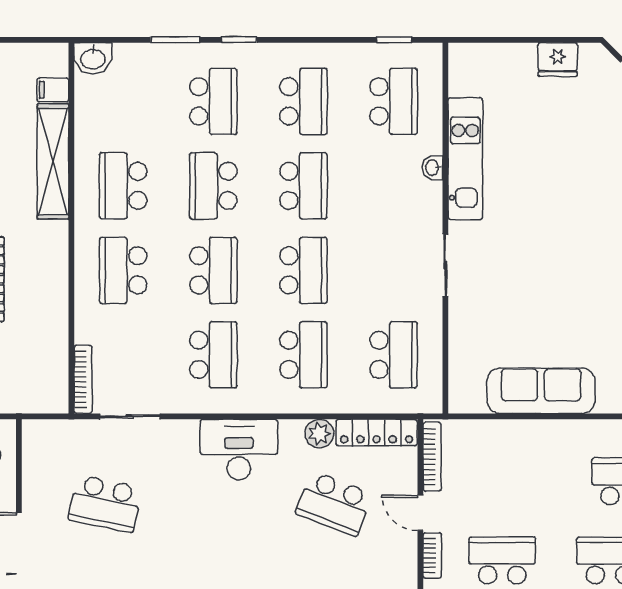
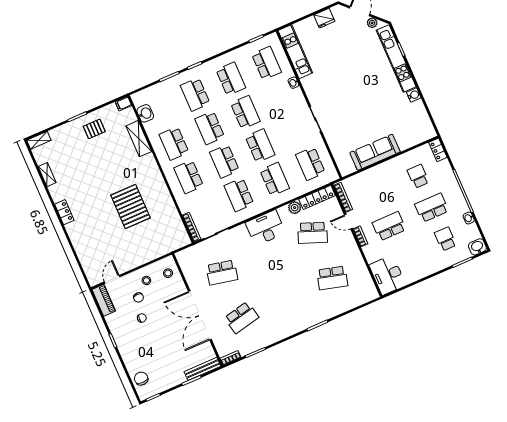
washbasin: (93, 58) -> (145, 113), moved, turned -90
filing cabinet: (53, 90) -> (123, 104), moved
school desk: (213, 101) -> (195, 94), turned 180
kitchen unit: (465, 159) -> (295, 52), moved
shelving: (53, 162) -> (139, 139), width x0.68
school desk: (213, 270) -> (224, 161), turned 180
school desk: (213, 355) -> (239, 195), turned 180
school desk: (394, 355) -> (310, 164), turned 180

